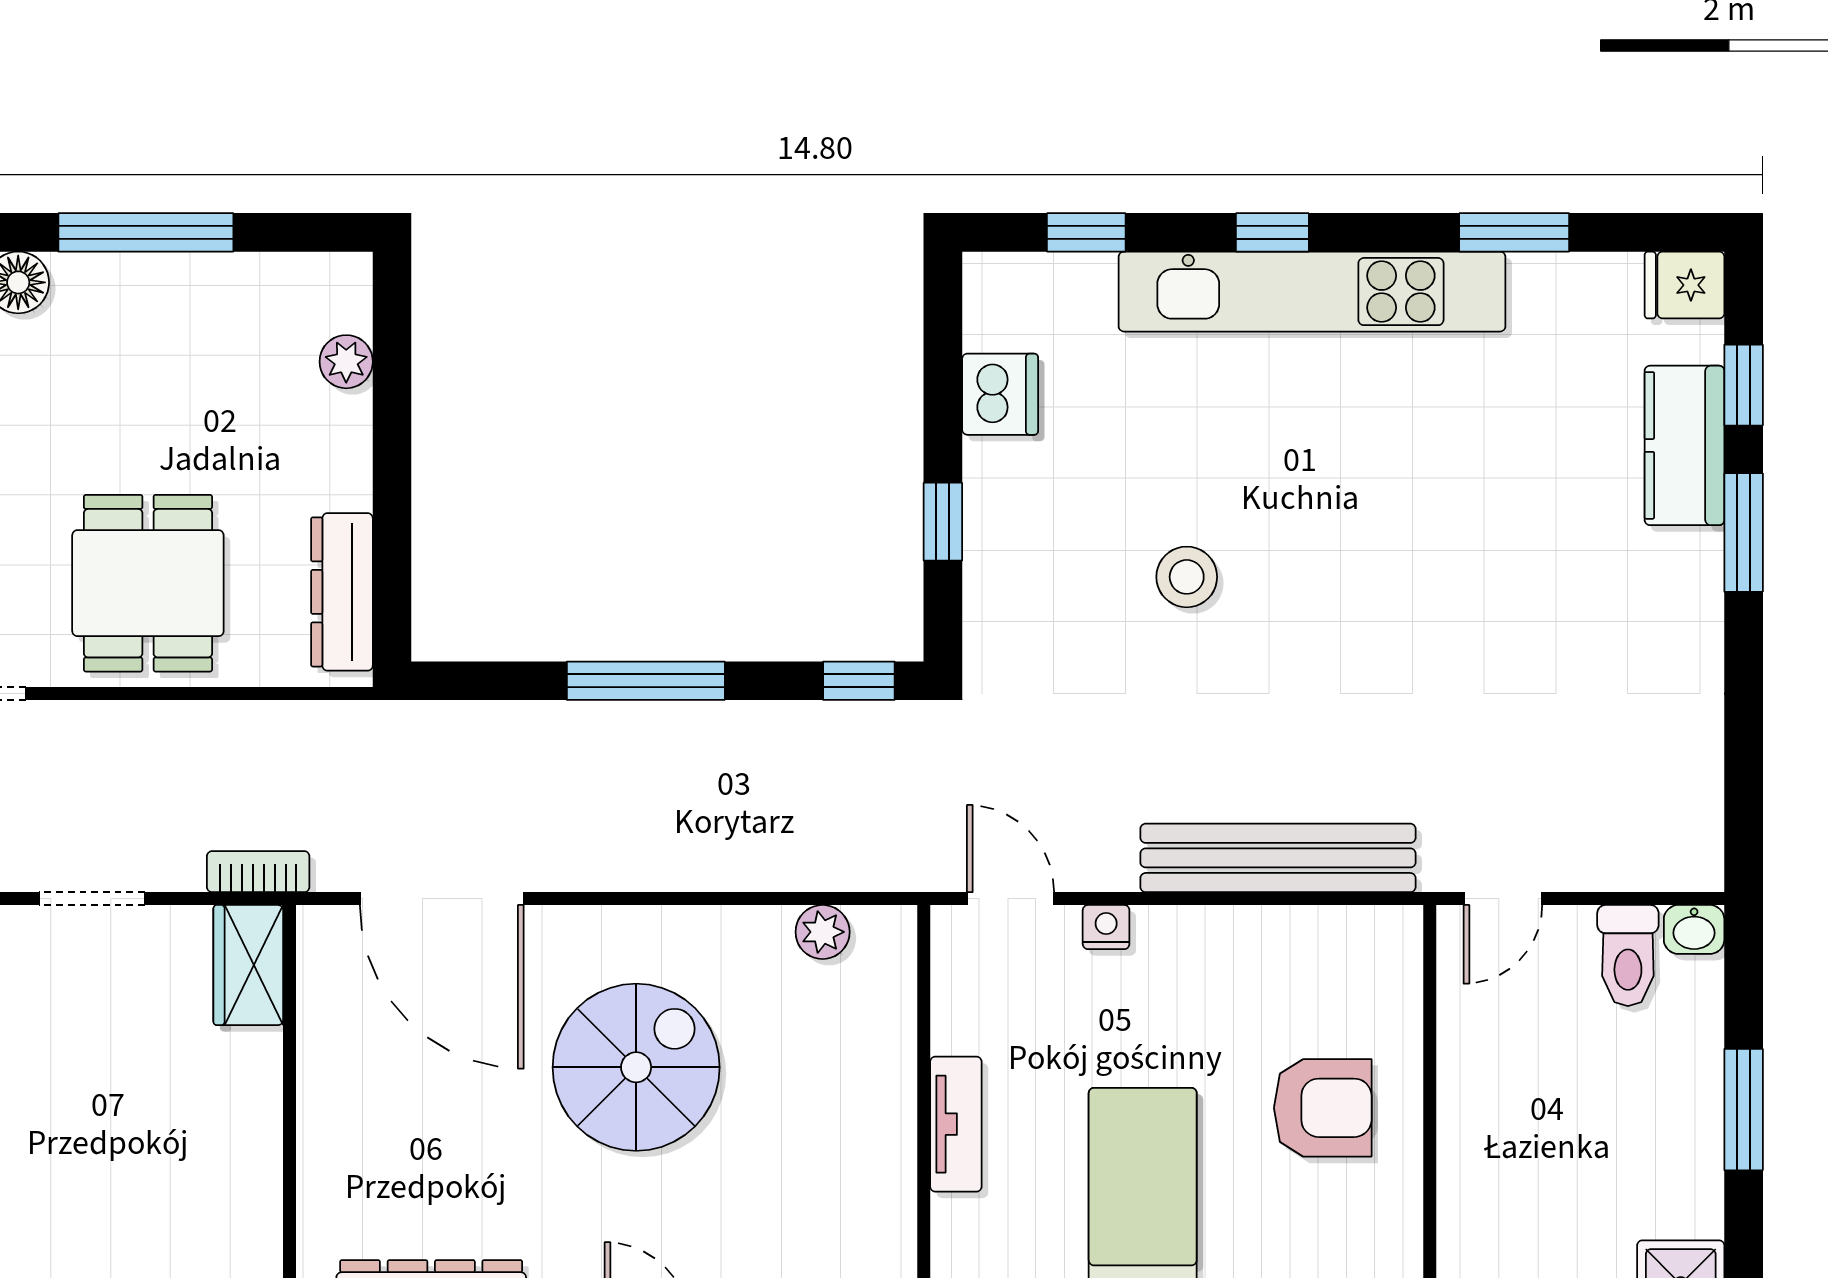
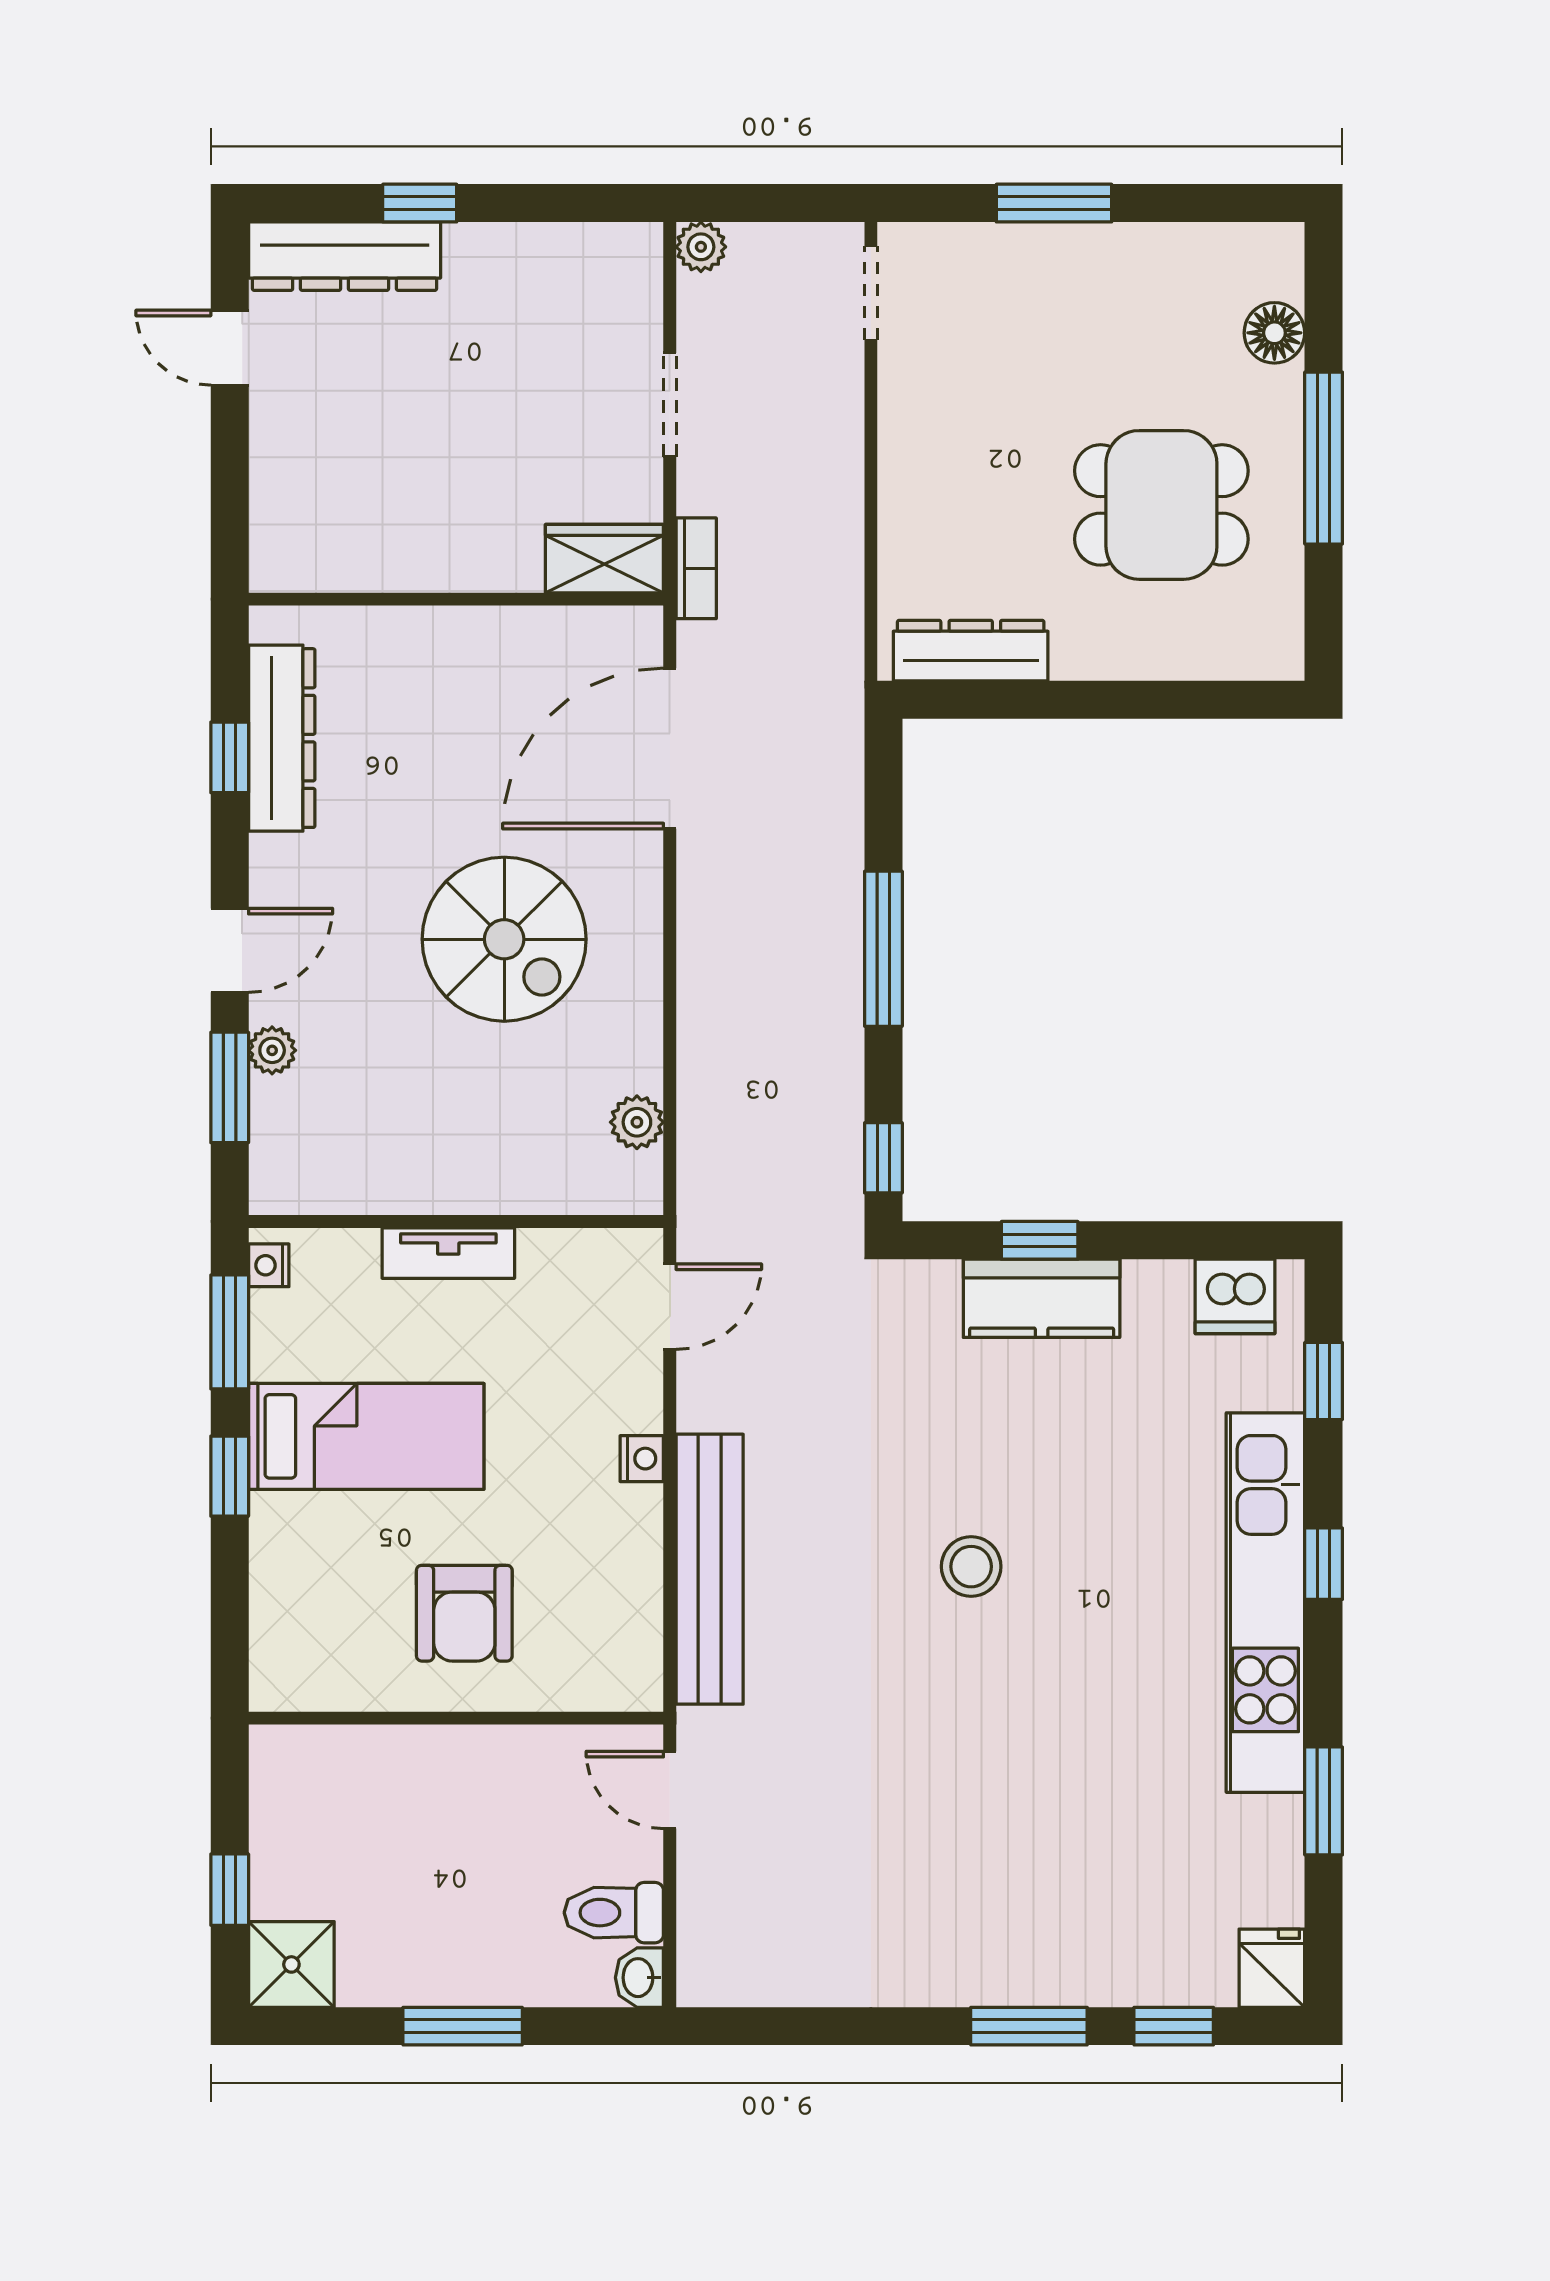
plant: (346, 362) -> (1197, 655), removed
dishwasher: (1000, 394) -> (1235, 1296), moved
kitchen counter: (1685, 445) -> (1042, 1298), moved, turned 180
stool: (1187, 577) -> (971, 1567), moved
dining table: (148, 583) -> (1161, 505), moved
nightstand: (1106, 927) -> (642, 1459), moved

